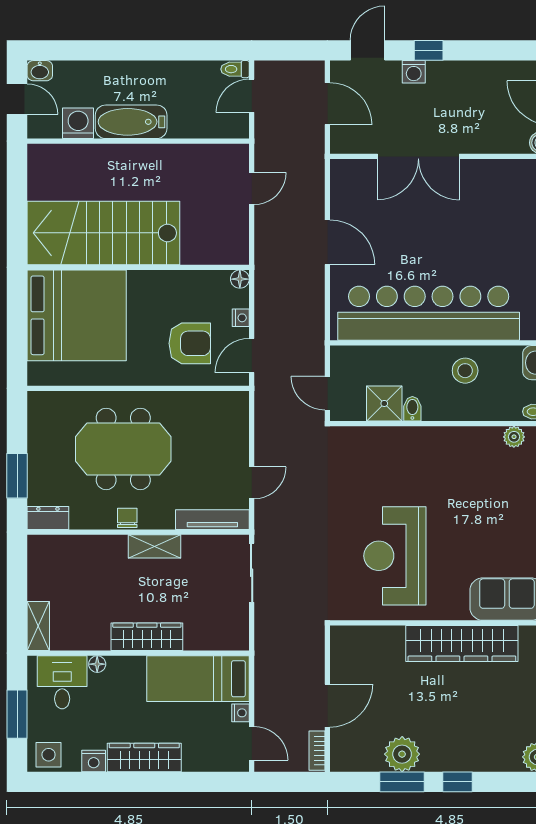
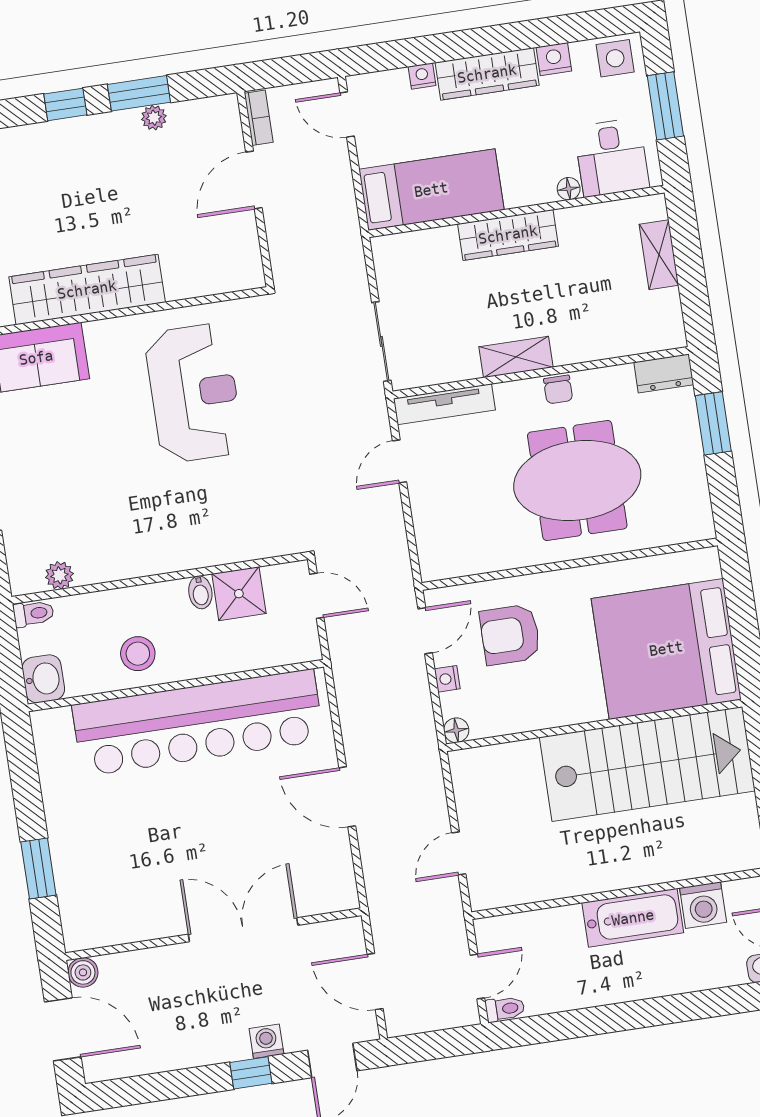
shelving: (38, 626) -> (659, 255), moved
nightstand: (241, 713) -> (422, 76), moved, turned 90
plant: (402, 754) -> (154, 118), width x0.53, depth x0.53

